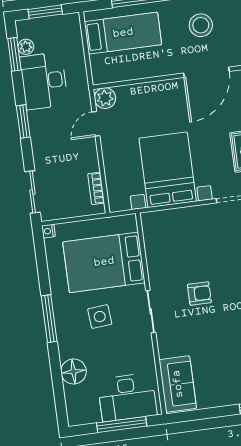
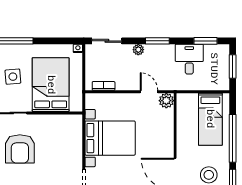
plant: (26, 47) -> (138, 50), moved
desk: (44, 81) -> (189, 59), width x0.73
armchair: (199, 294) -> (20, 149), width x1.88, depth x1.88

